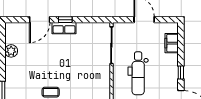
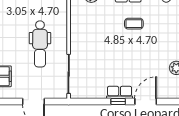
dental chair: (138, 73) -> (40, 44), turned 180

